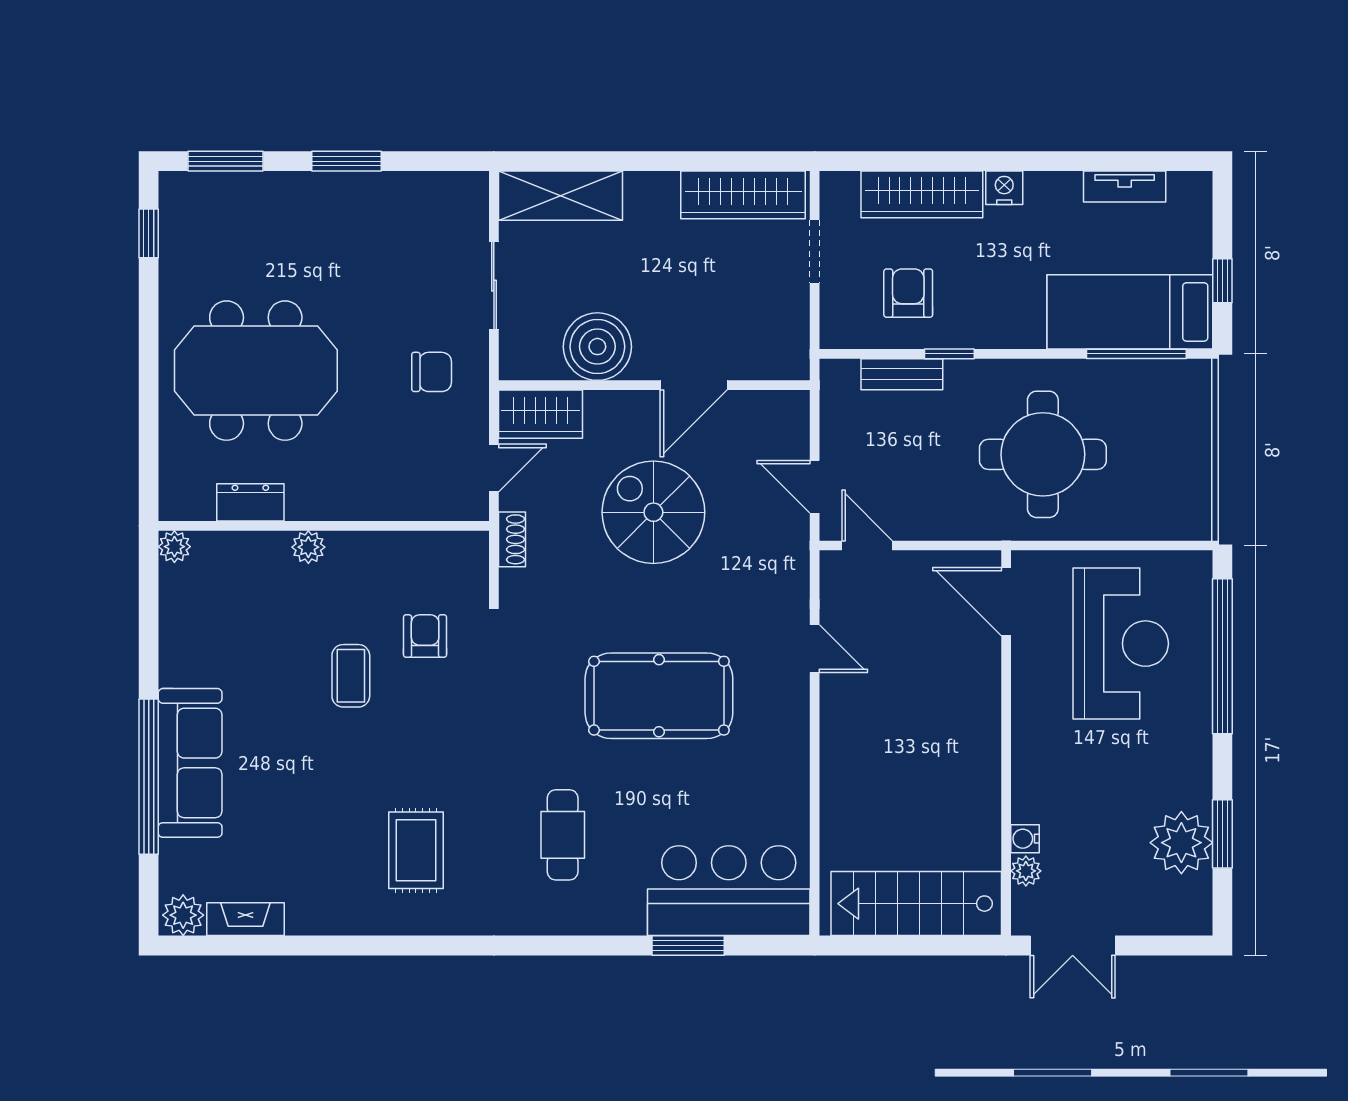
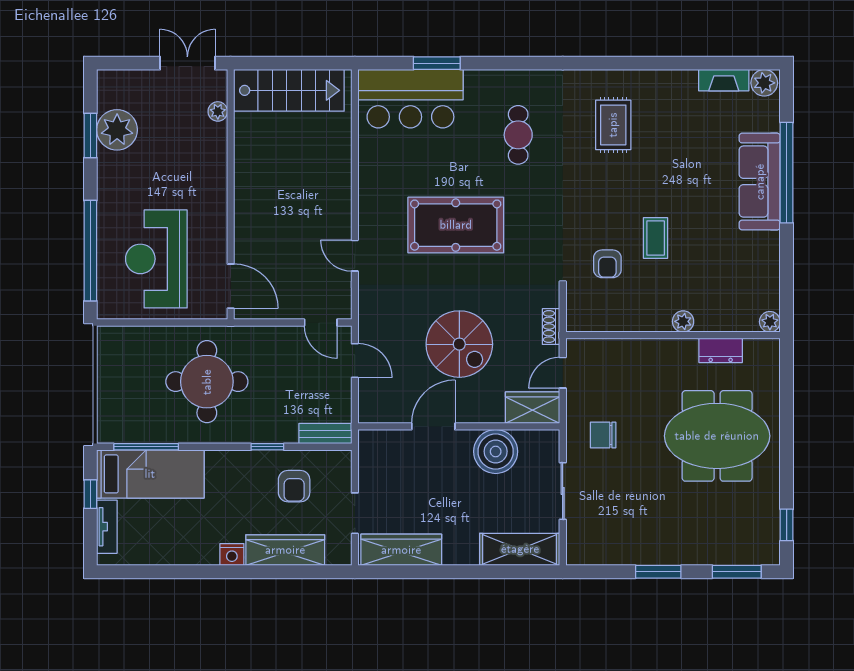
tv unit: (1125, 187) -> (107, 527), moved, turned 90
bench: (902, 374) -> (325, 434), moved
water cooler: (1025, 839) -> (218, 132), removed

